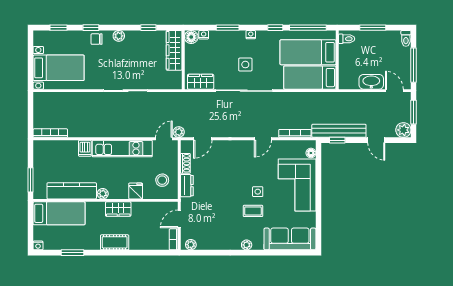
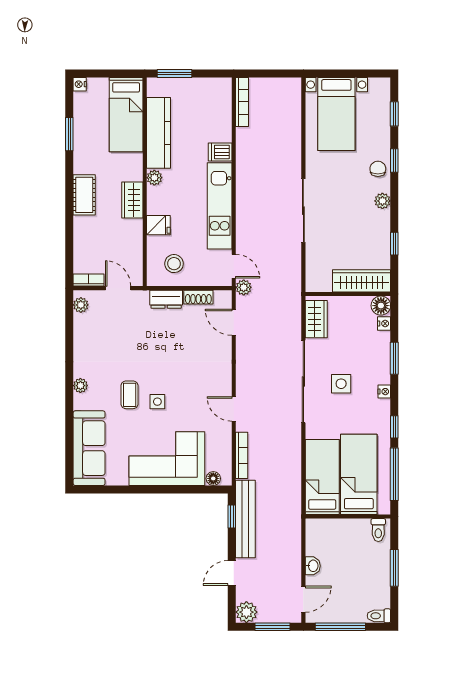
washbasin: (371, 82) -> (313, 566), width x0.52, depth x0.69

